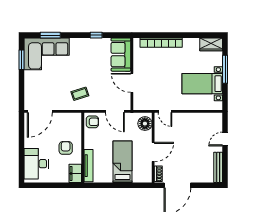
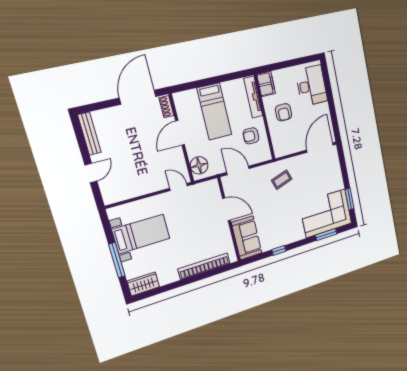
armchair: (92, 122) -> (251, 136), moved

